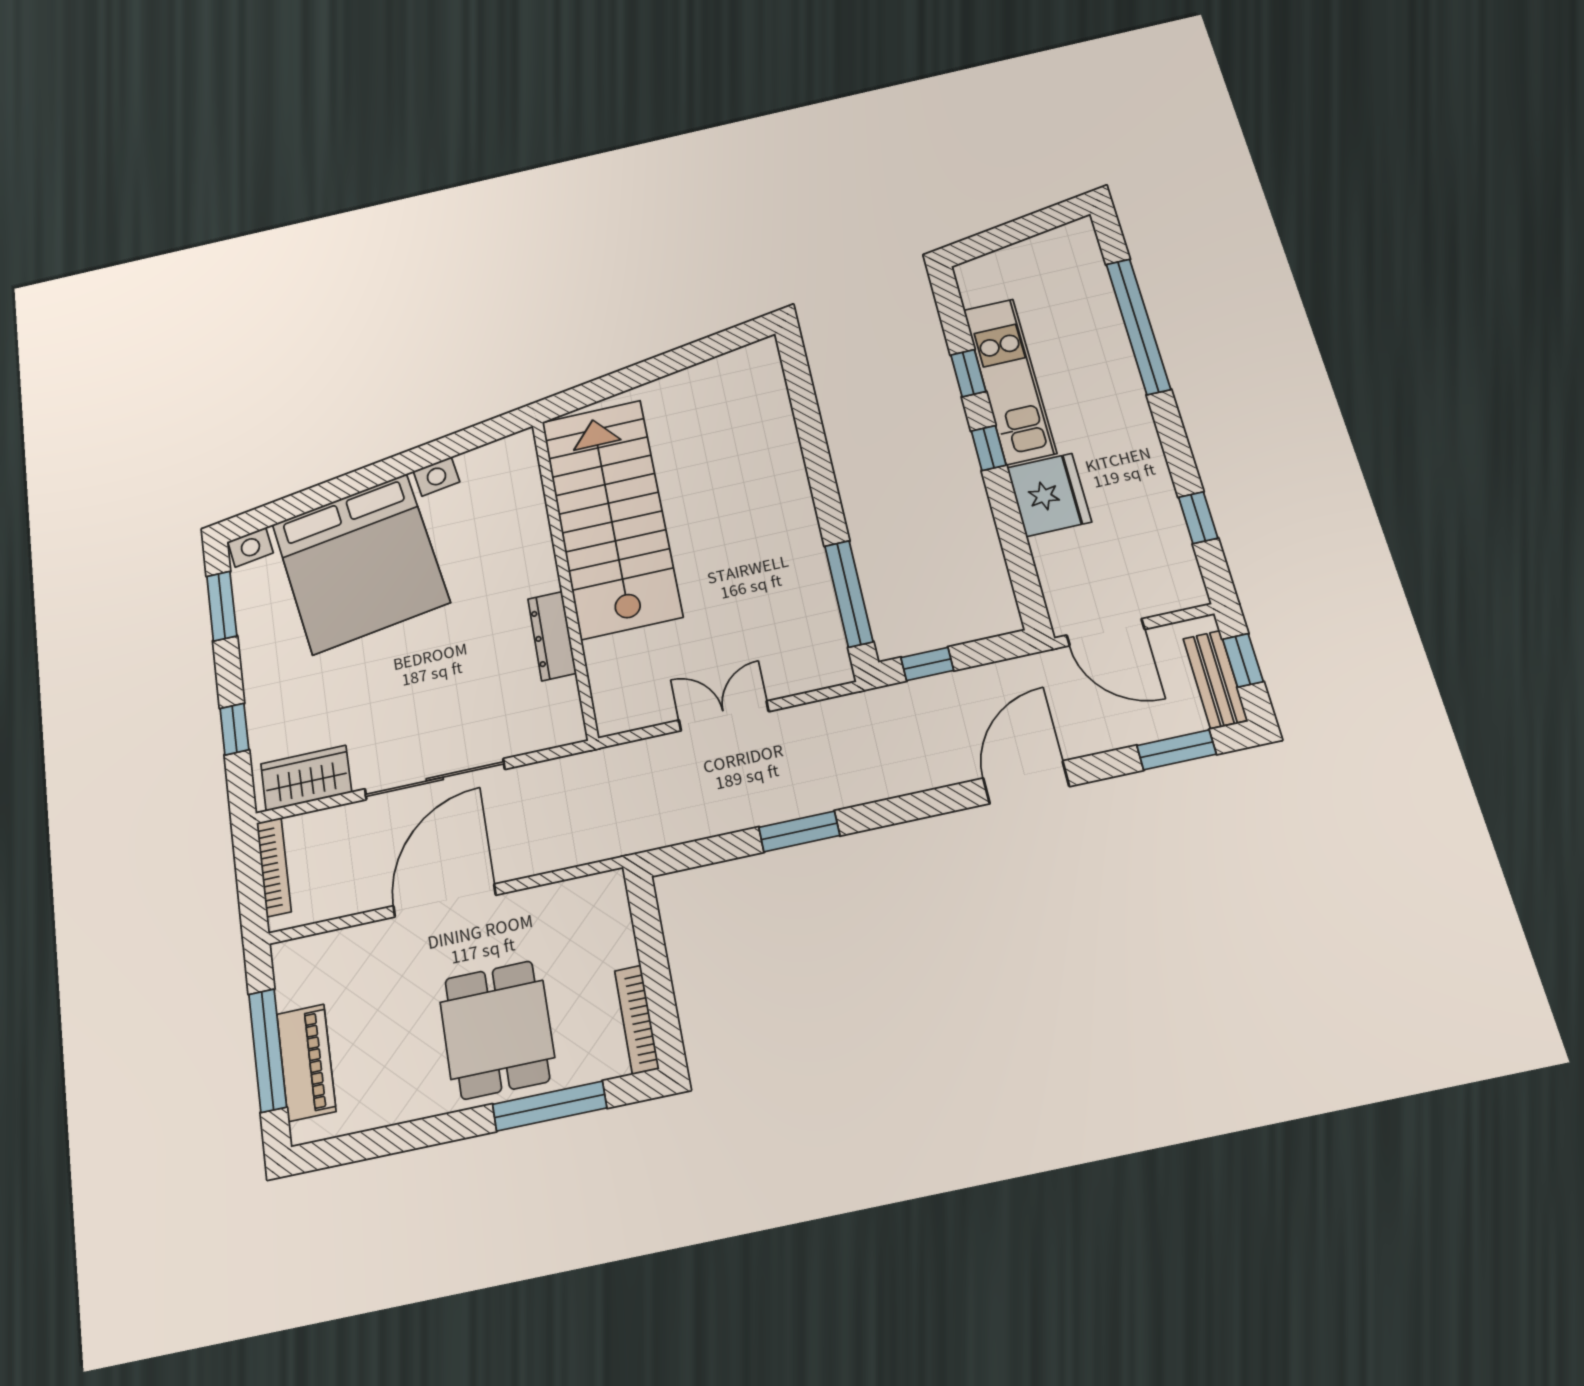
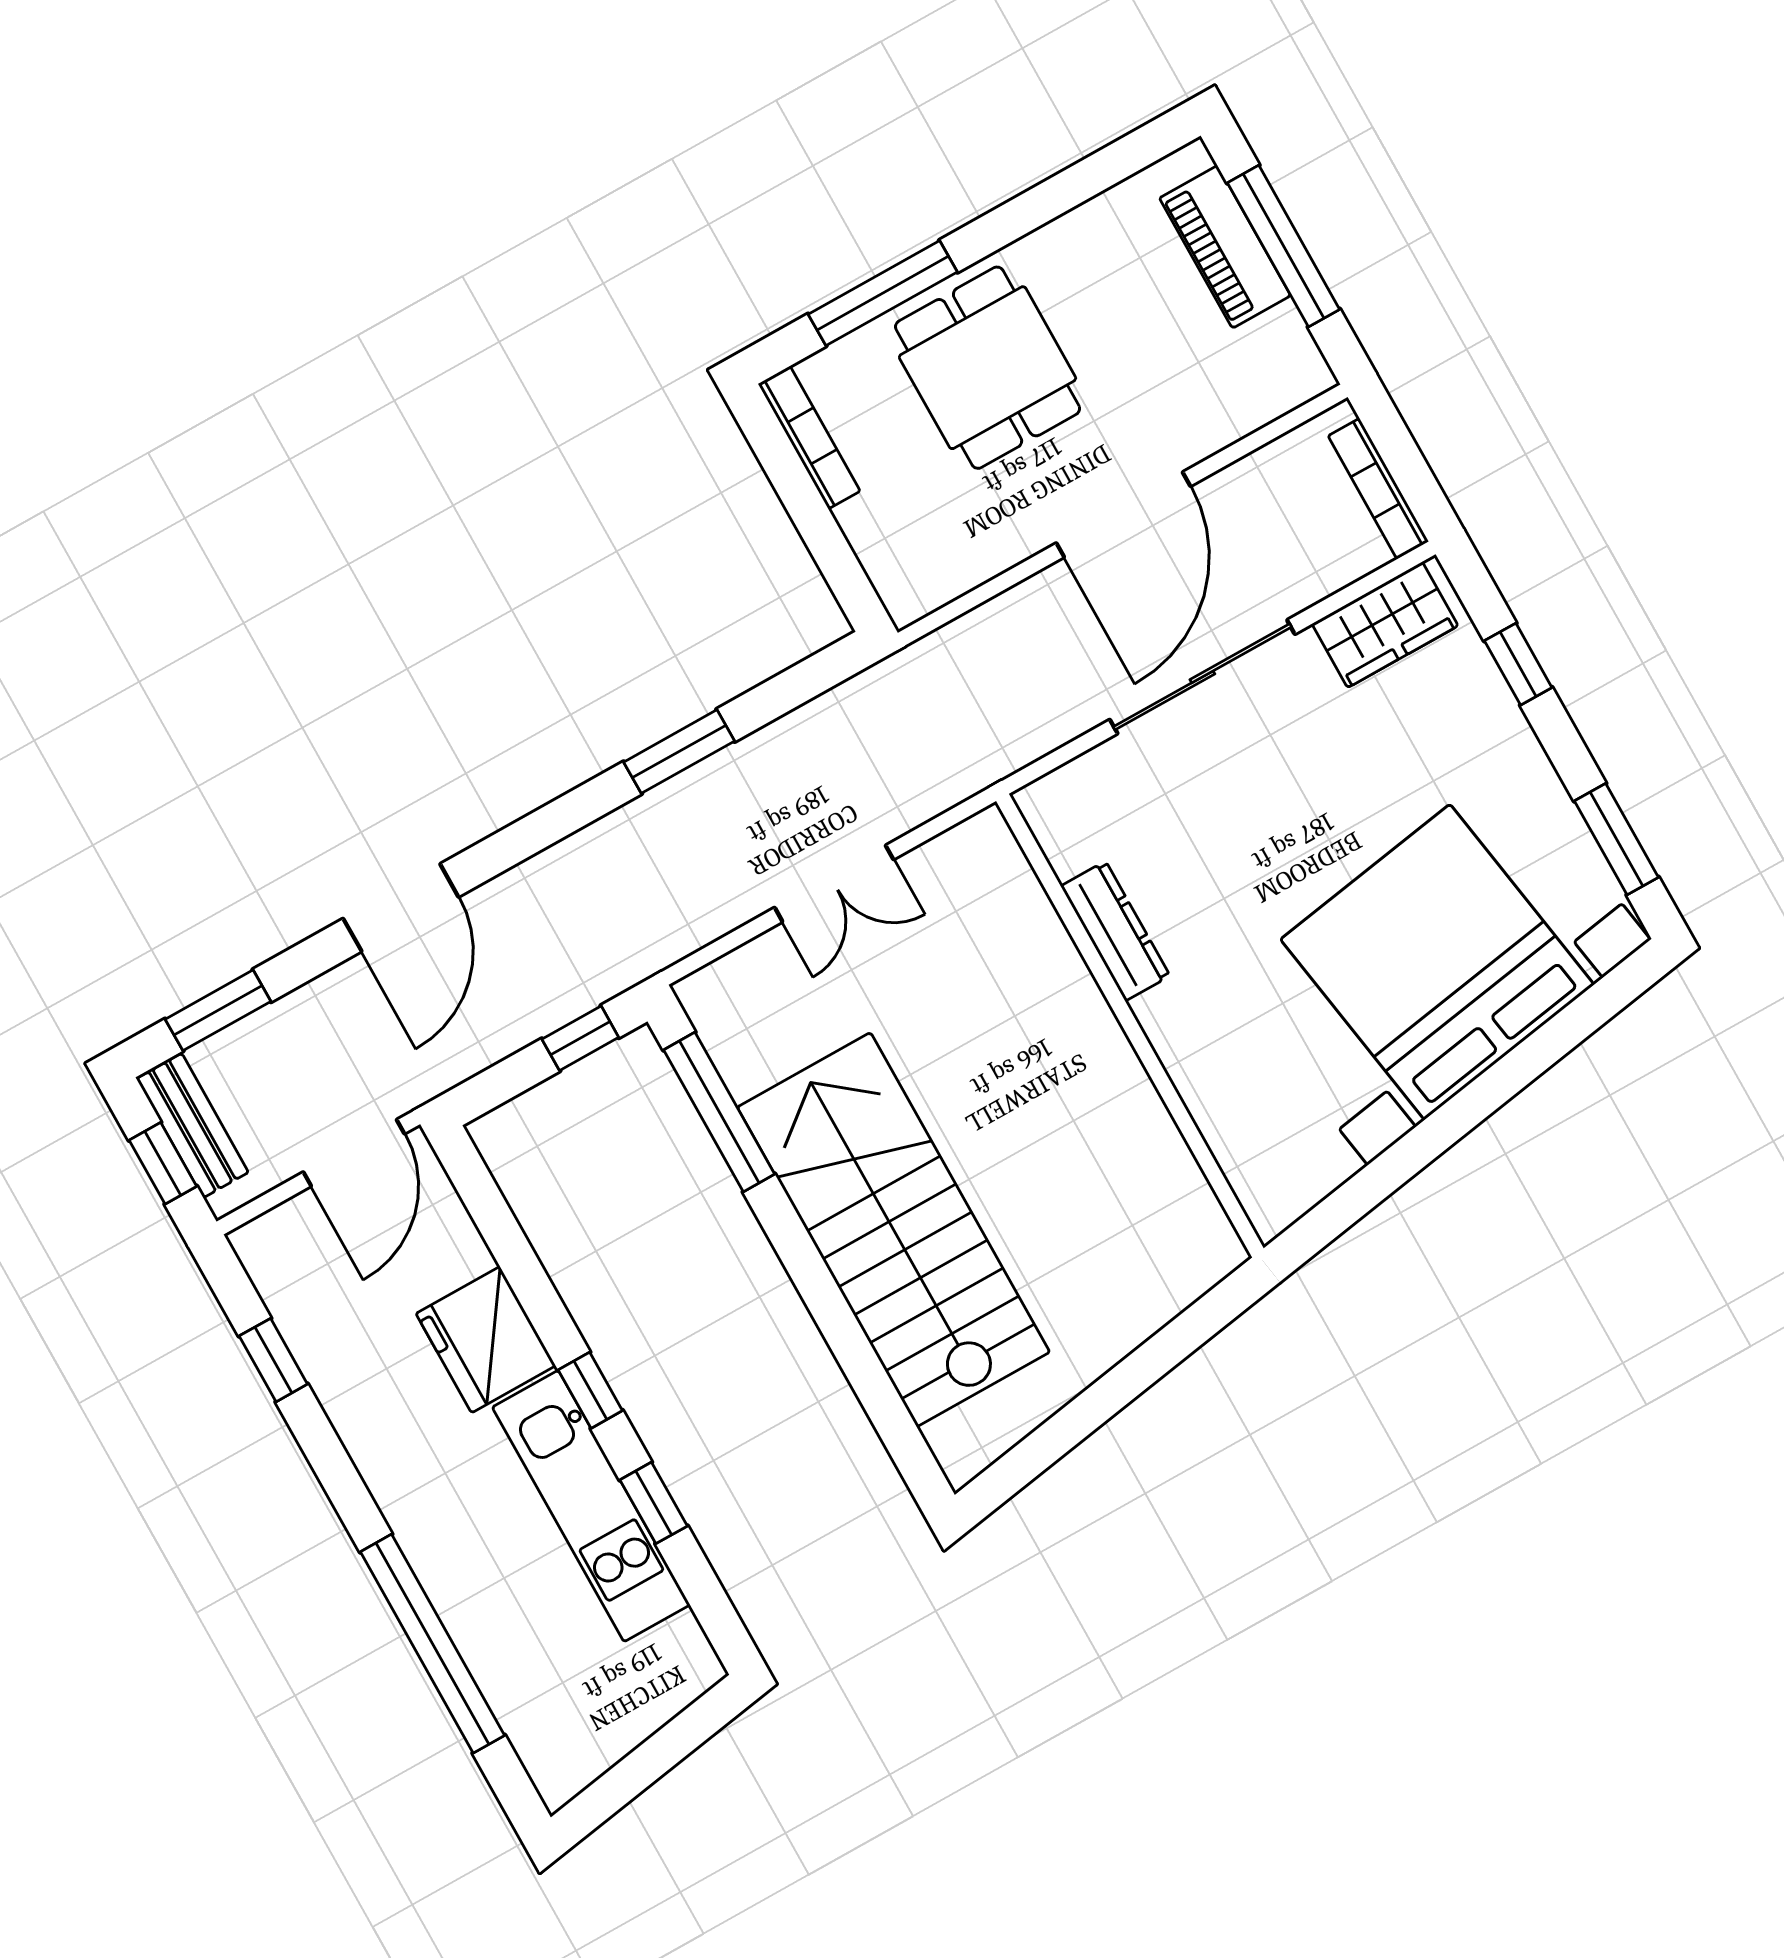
stairs: (611, 518) -> (894, 1230), moved, turned 180
door: (1106, 632) -> (354, 1153), swing flipped

